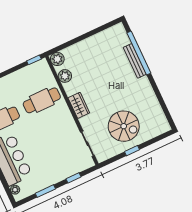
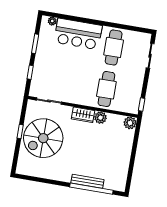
plant: (65, 76) -> (100, 118), moved
spiral stairs: (124, 126) -> (43, 138), width x1.37, depth x1.37

